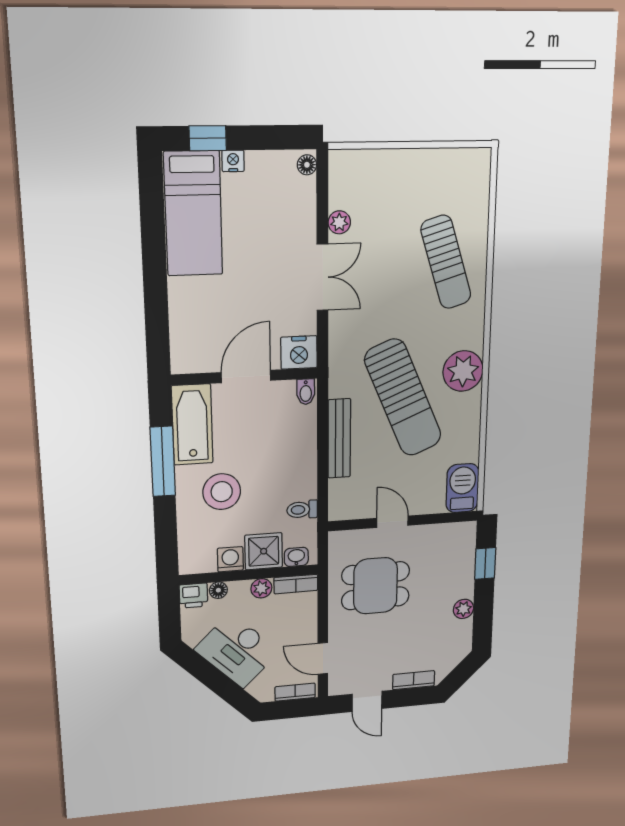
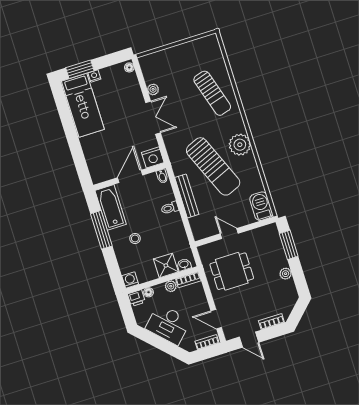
window: (208, 138) -> (80, 69), width x1.50
stool: (222, 492) -> (135, 238), width x0.53, depth x0.53
toilet: (302, 510) -> (170, 208), moved
washing machine: (230, 559) -> (130, 280), moved
window: (485, 563) -> (289, 245), width x1.50

